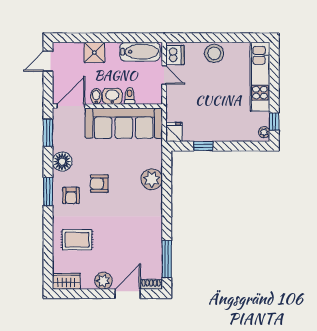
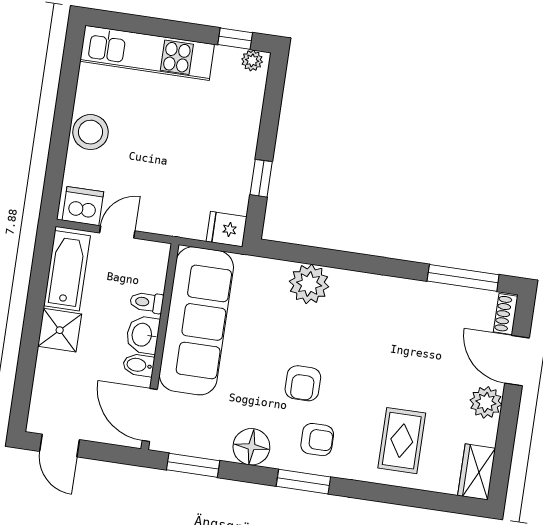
shower: (94, 52) -> (60, 330), moved

